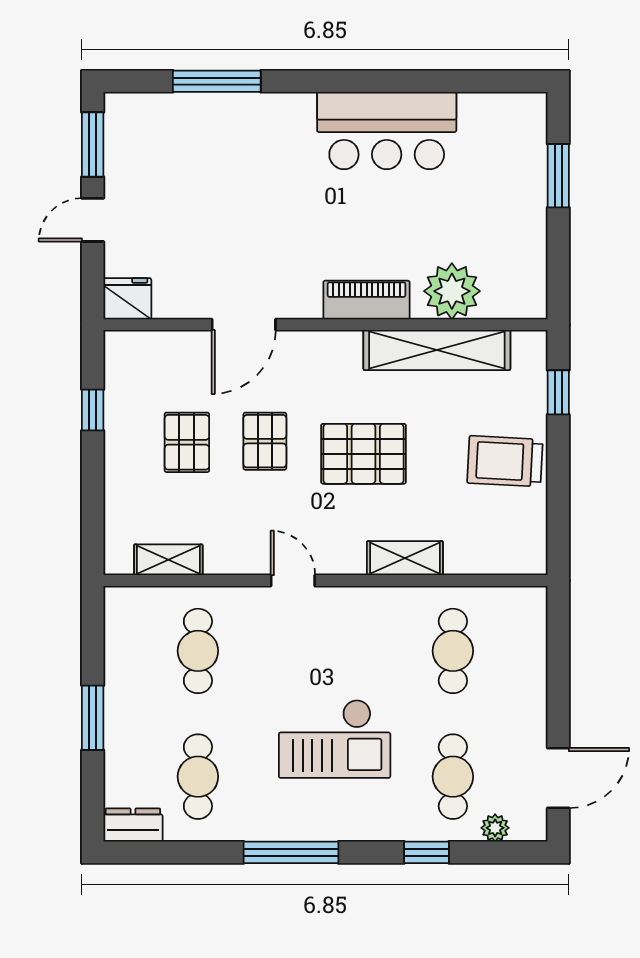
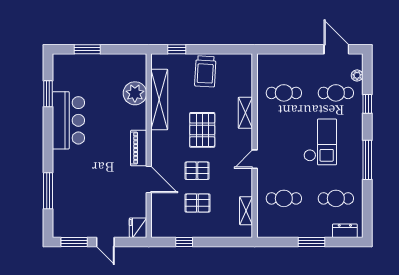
window: (451, 81) -> (48, 94), added
piano: (367, 300) -> (139, 148), moved
dresser: (133, 825) -> (345, 231), moved, turned 90

